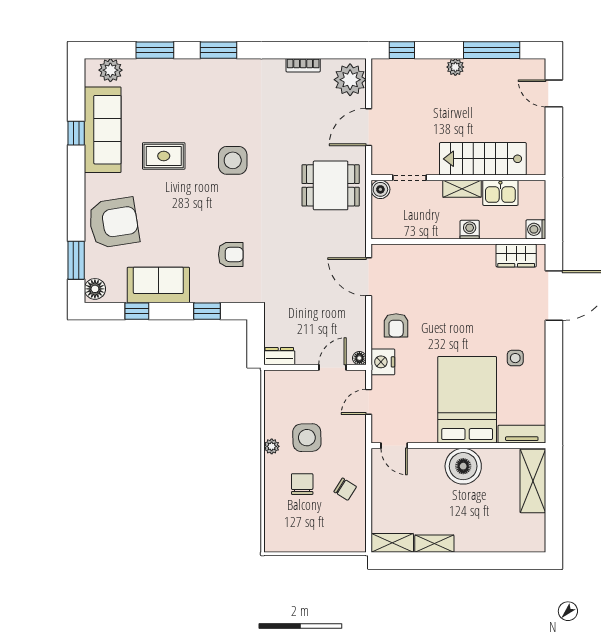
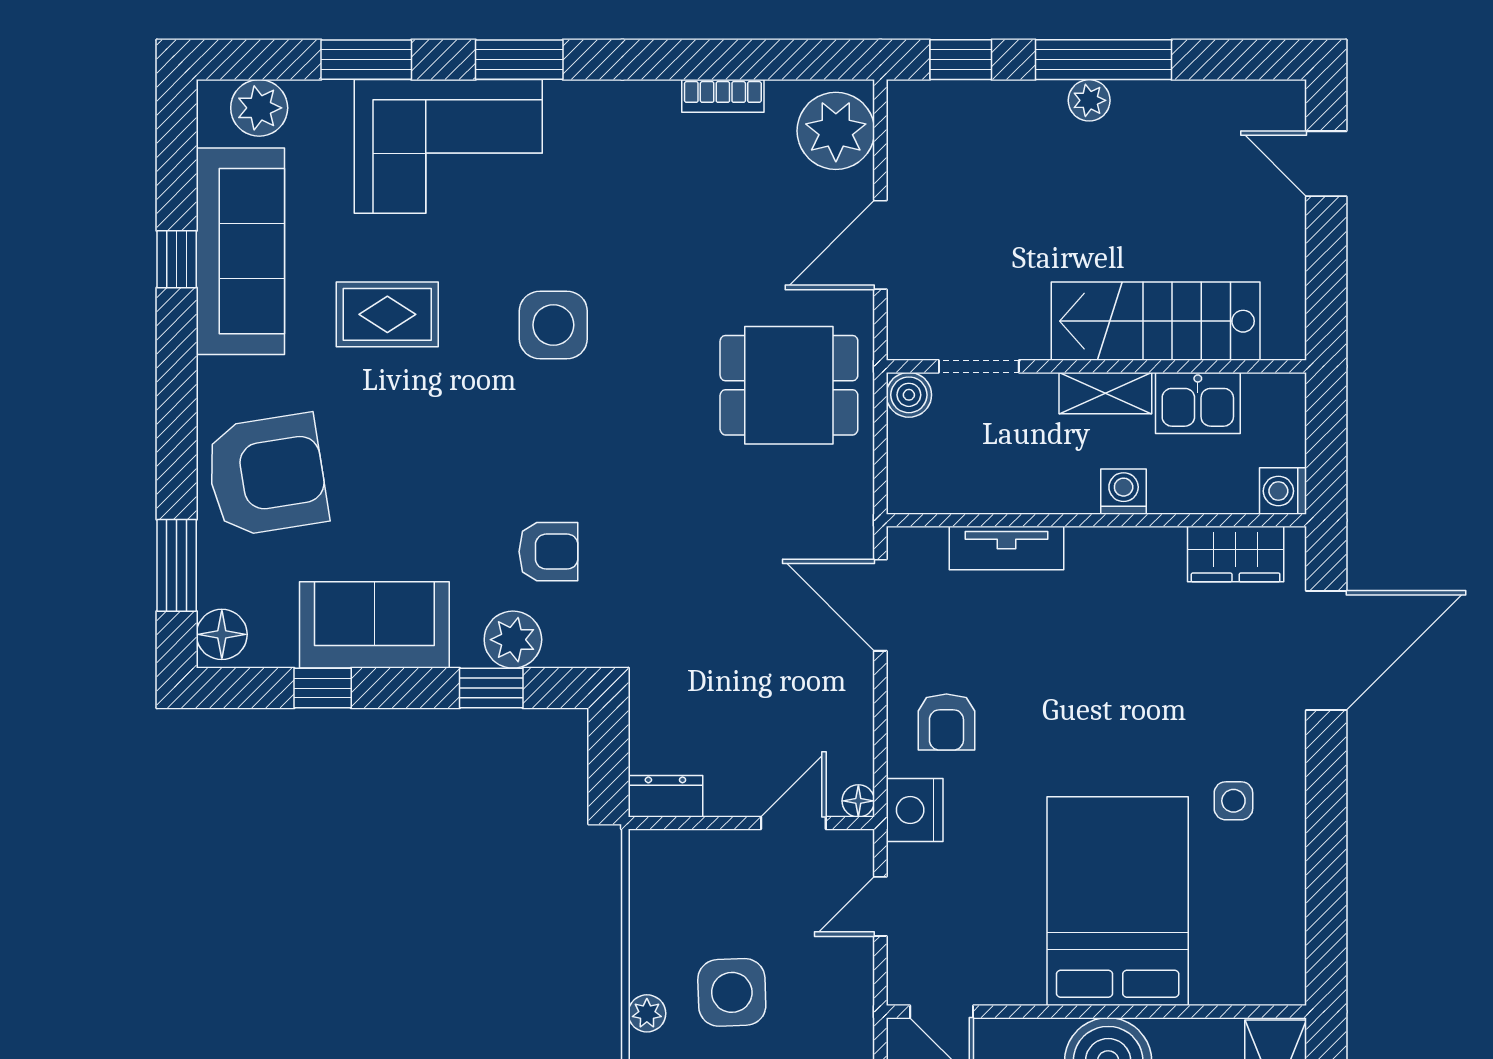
window: (492, 50) -> (1104, 60), moved
corner sofa: (189, 86) -> (448, 146), added
plant: (216, 291) -> (513, 640), added
tv unit: (522, 434) -> (1007, 548), moved, turned 180

